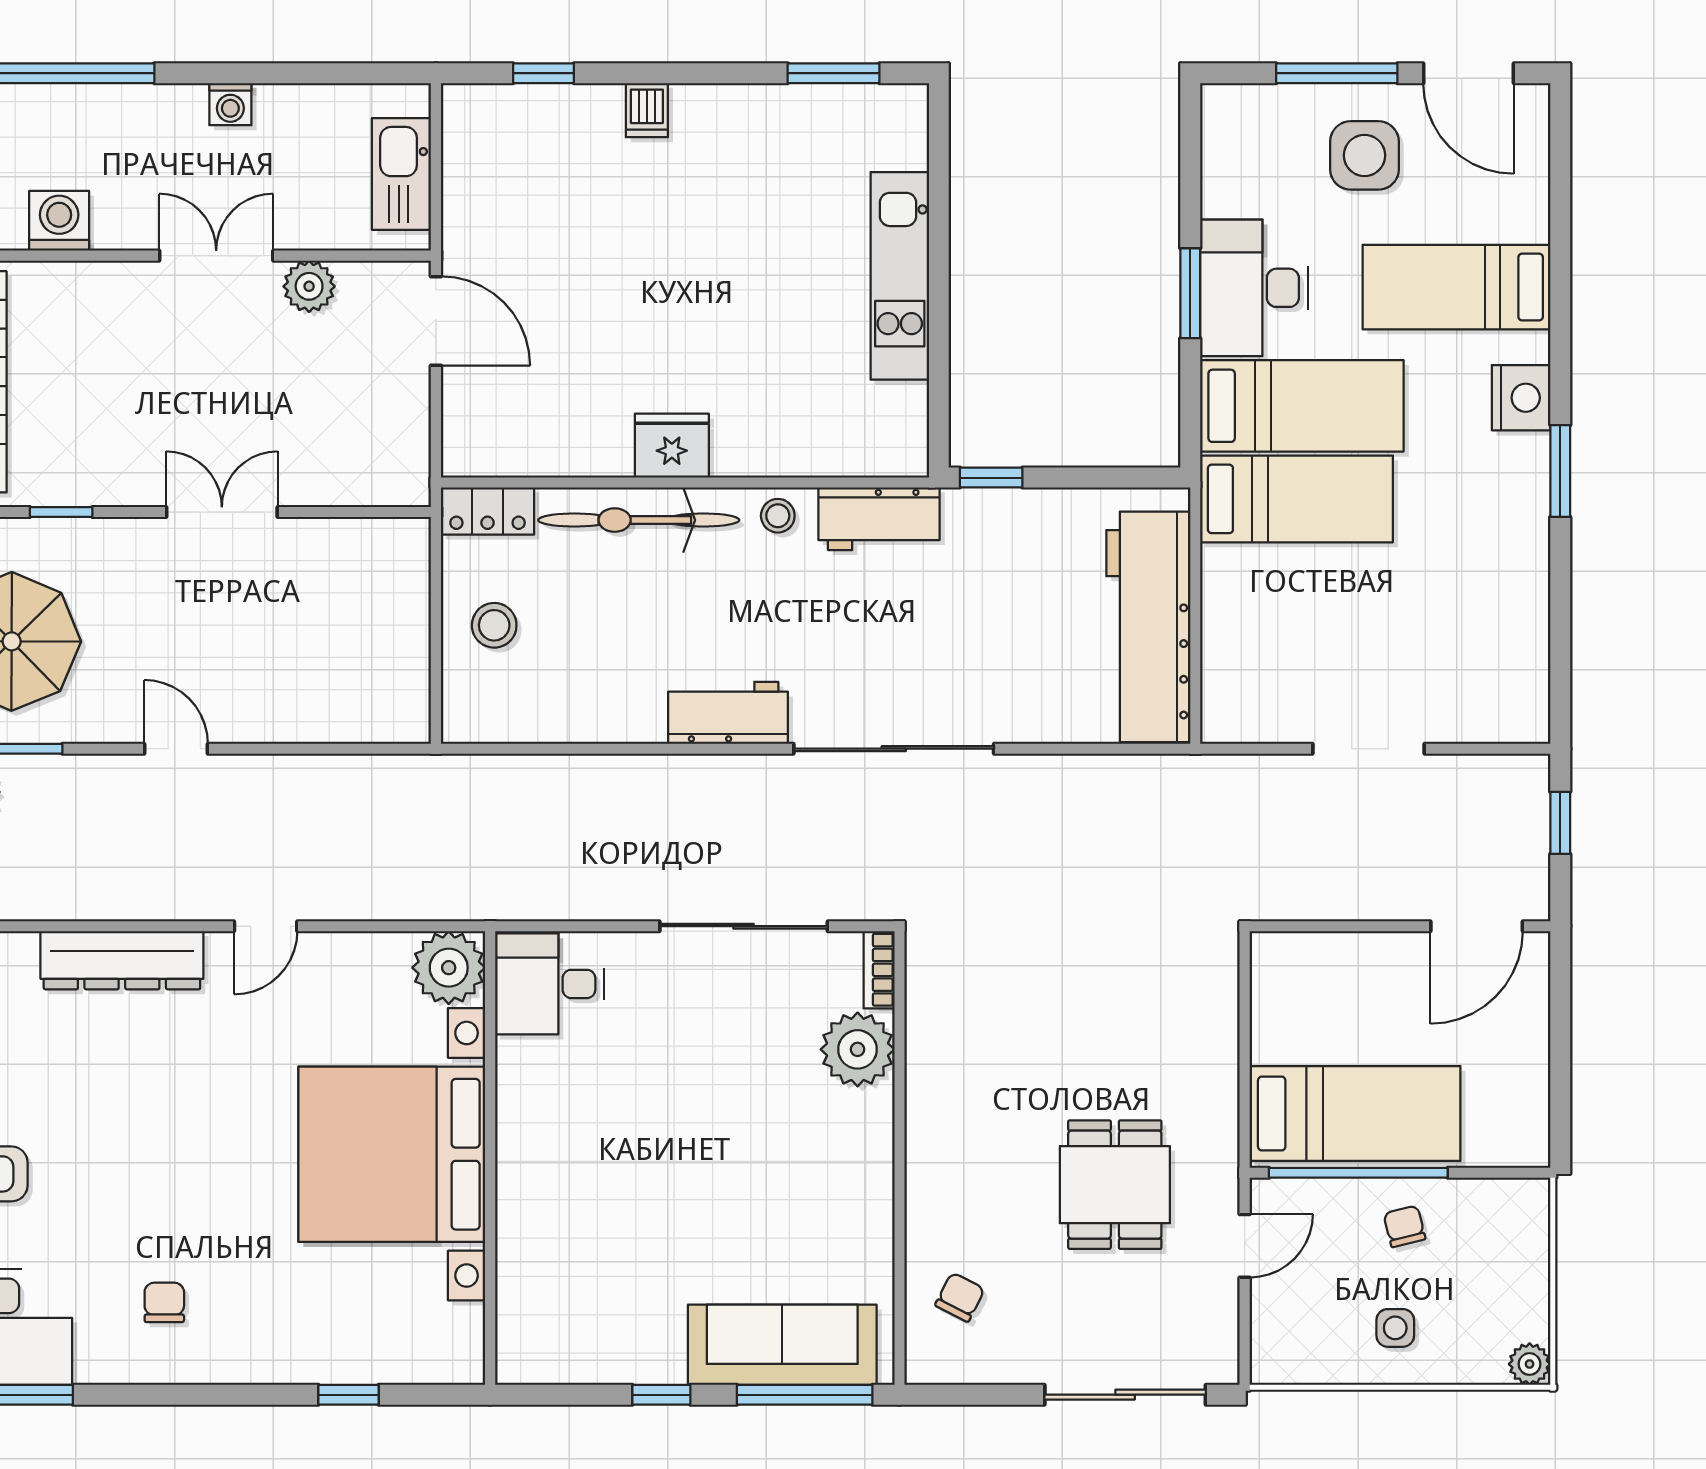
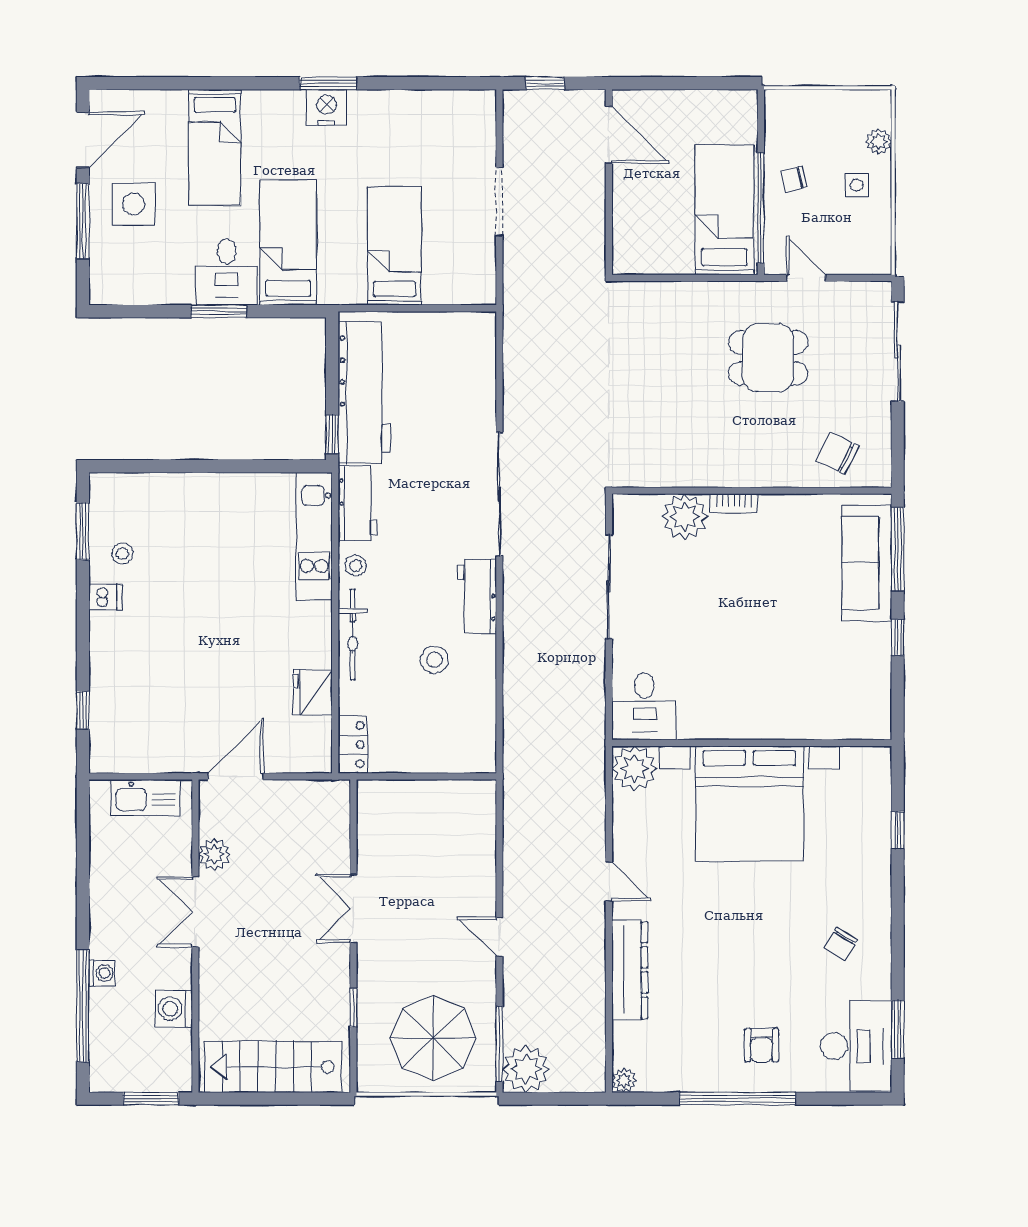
washing machine: (230, 104) -> (102, 973), moved
dishwasher: (647, 110) -> (106, 597), moved
stool: (797, 137) -> (122, 554), added
kitchen unit: (900, 276) -> (314, 536), moved, turned 90
desk: (1254, 288) -> (227, 272), width x0.73
nightstand: (1521, 398) -> (327, 107), moved
fridge: (672, 446) -> (312, 693), moved
bed: (1297, 499) -> (395, 246), moved
bicycle: (639, 520) -> (353, 635), width x0.73, depth x0.71
stool: (494, 625) -> (434, 660), moved
workbench: (1148, 627) -> (364, 392), moved, turned -90
door: (176, 749) -> (499, 937), hinge flipped
bookcase: (879, 970) -> (734, 503), moved
chair: (960, 1297) -> (837, 453), width x1.37, depth x1.37
chair: (164, 1302) -> (841, 944), turned -59
plant: (1530, 1364) -> (879, 142), moved

